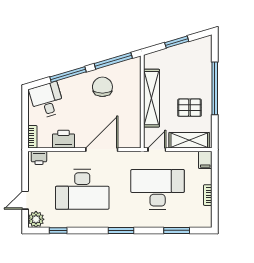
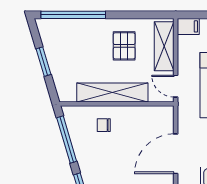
chair: (102, 87) -> (104, 125), moved, width x0.54, depth x0.54
window: (215, 88) -> (73, 15), moved
door: (102, 150) -> (176, 154), hinge flipped

